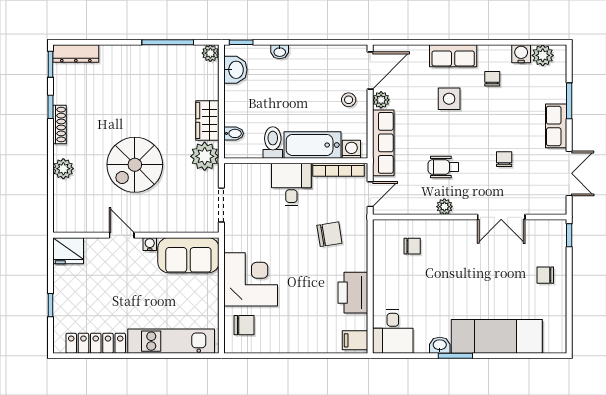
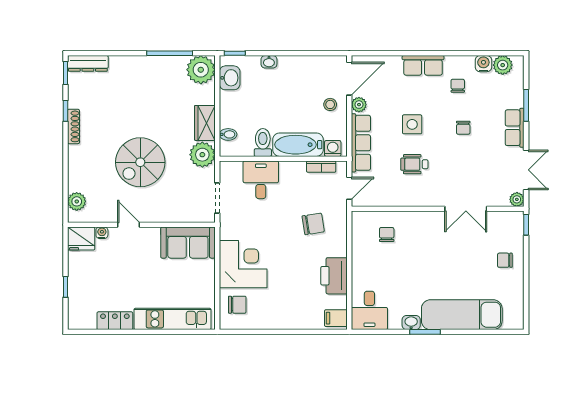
plant: (210, 53) -> (201, 70), width x1.88, depth x1.88
side table: (449, 99) -> (412, 124), moved
chair: (504, 159) -> (463, 128), moved, turned 180
plant: (63, 169) -> (77, 201), moved
bookcase: (338, 170) -> (321, 167), width x0.64
desk: (291, 185) -> (261, 180), moved
plant: (444, 207) -> (517, 199), moved
water cooler: (150, 244) -> (102, 233), moved
chair: (412, 246) -> (387, 235), turned -90
locker: (96, 343) -> (115, 321), width x0.66

